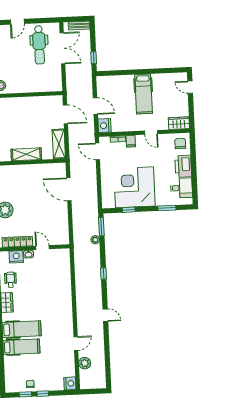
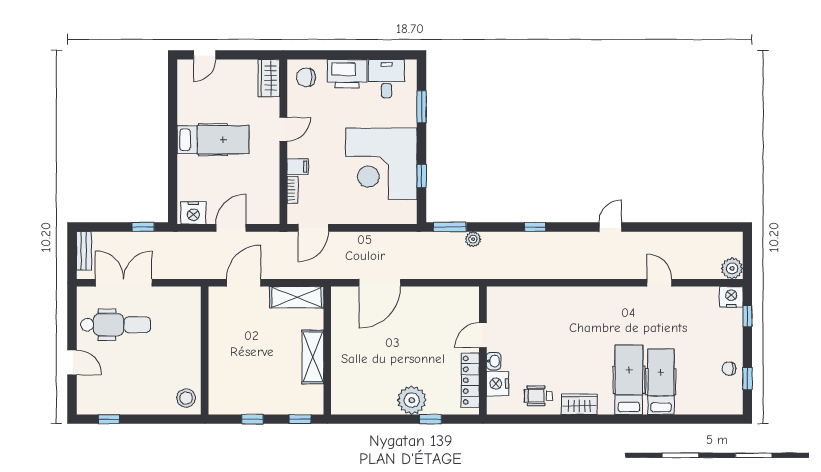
nightstand: (105, 126) -> (193, 213), moved
plant: (85, 363) -> (732, 268), moved
window: (43, 394) -> (747, 316), moved

